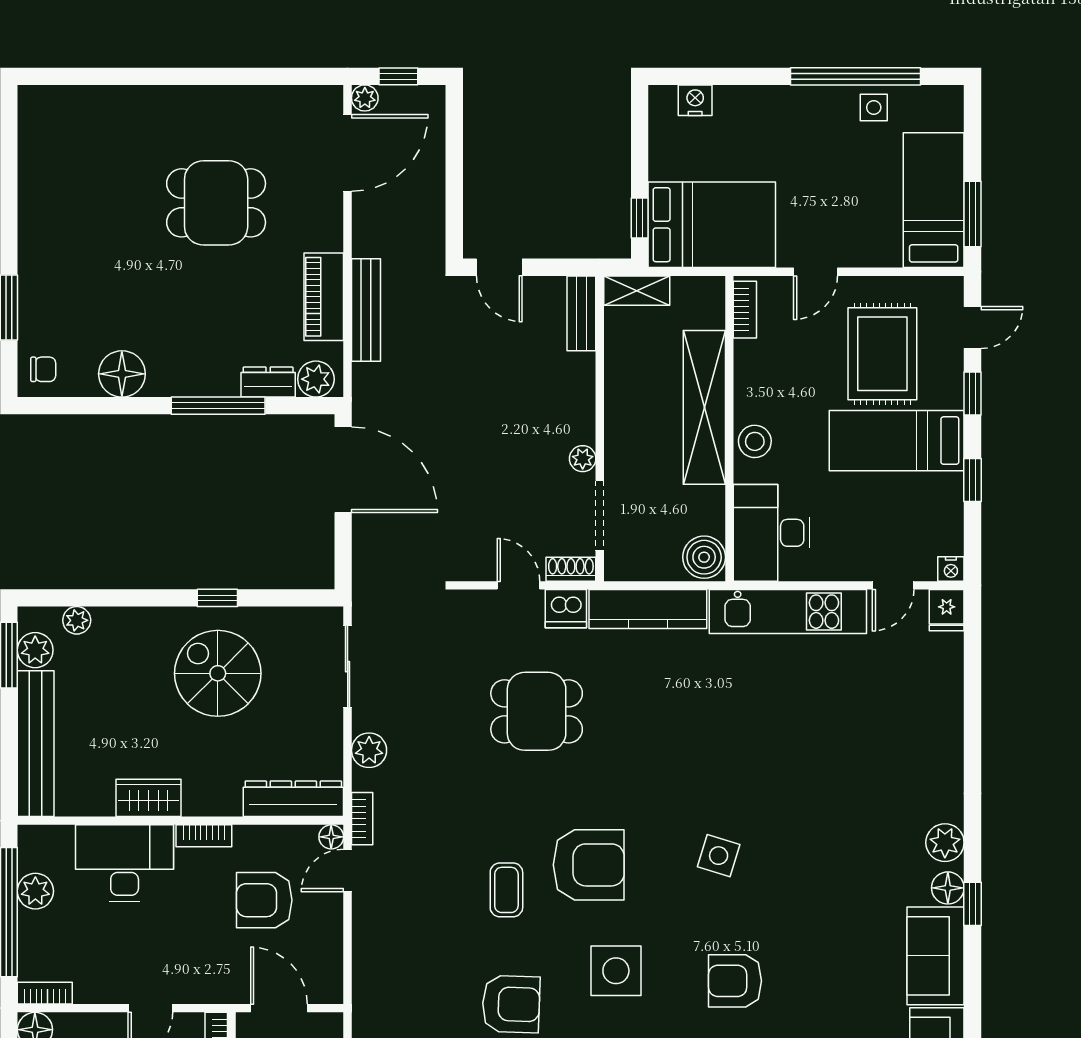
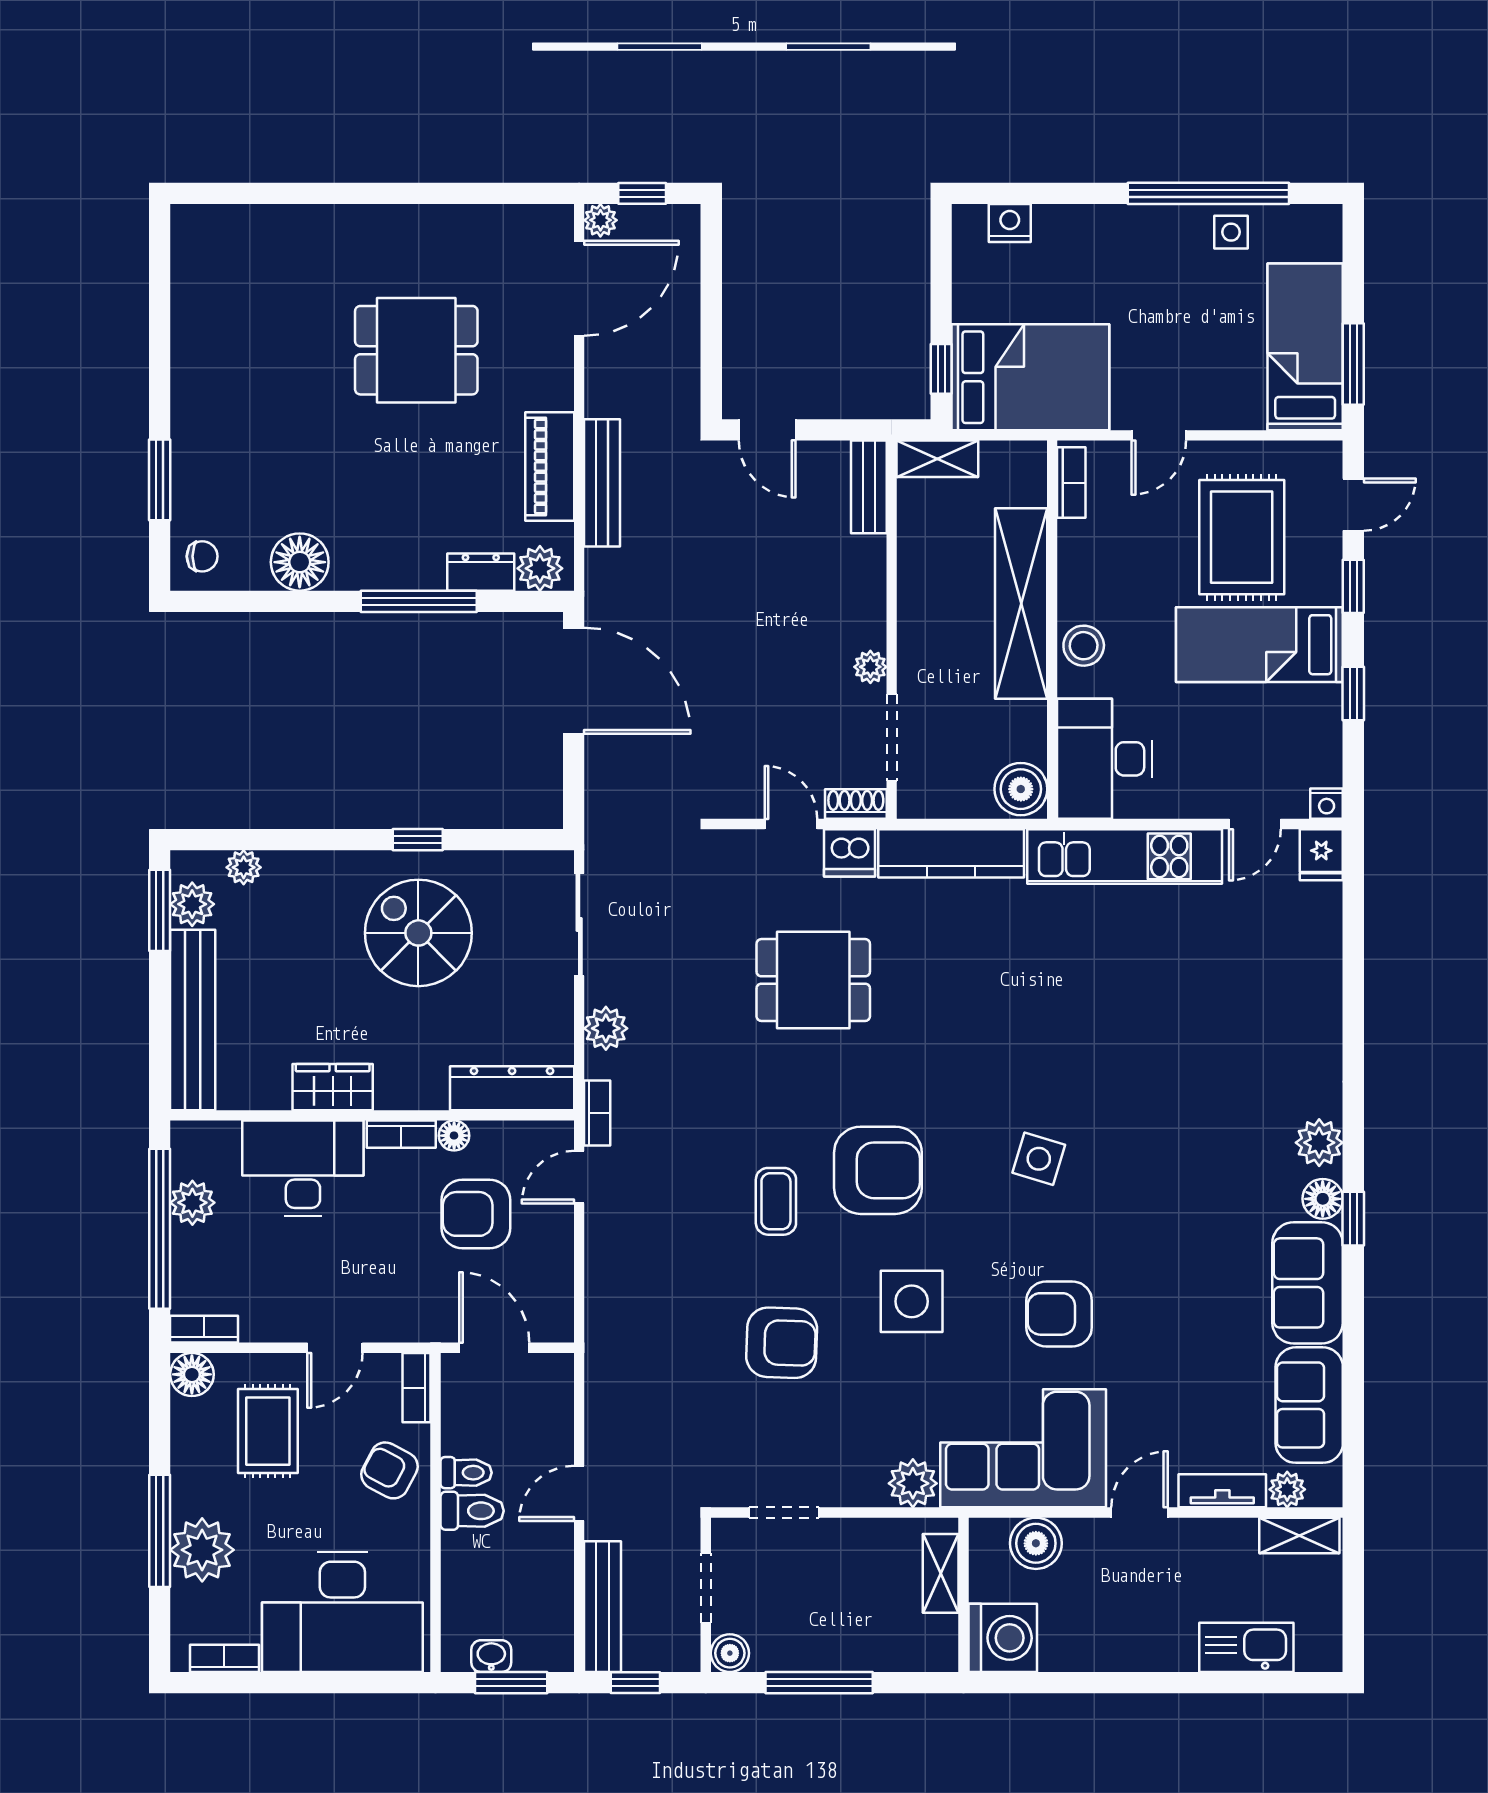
floor lamp: (331, 837) -> (454, 1136), moved

